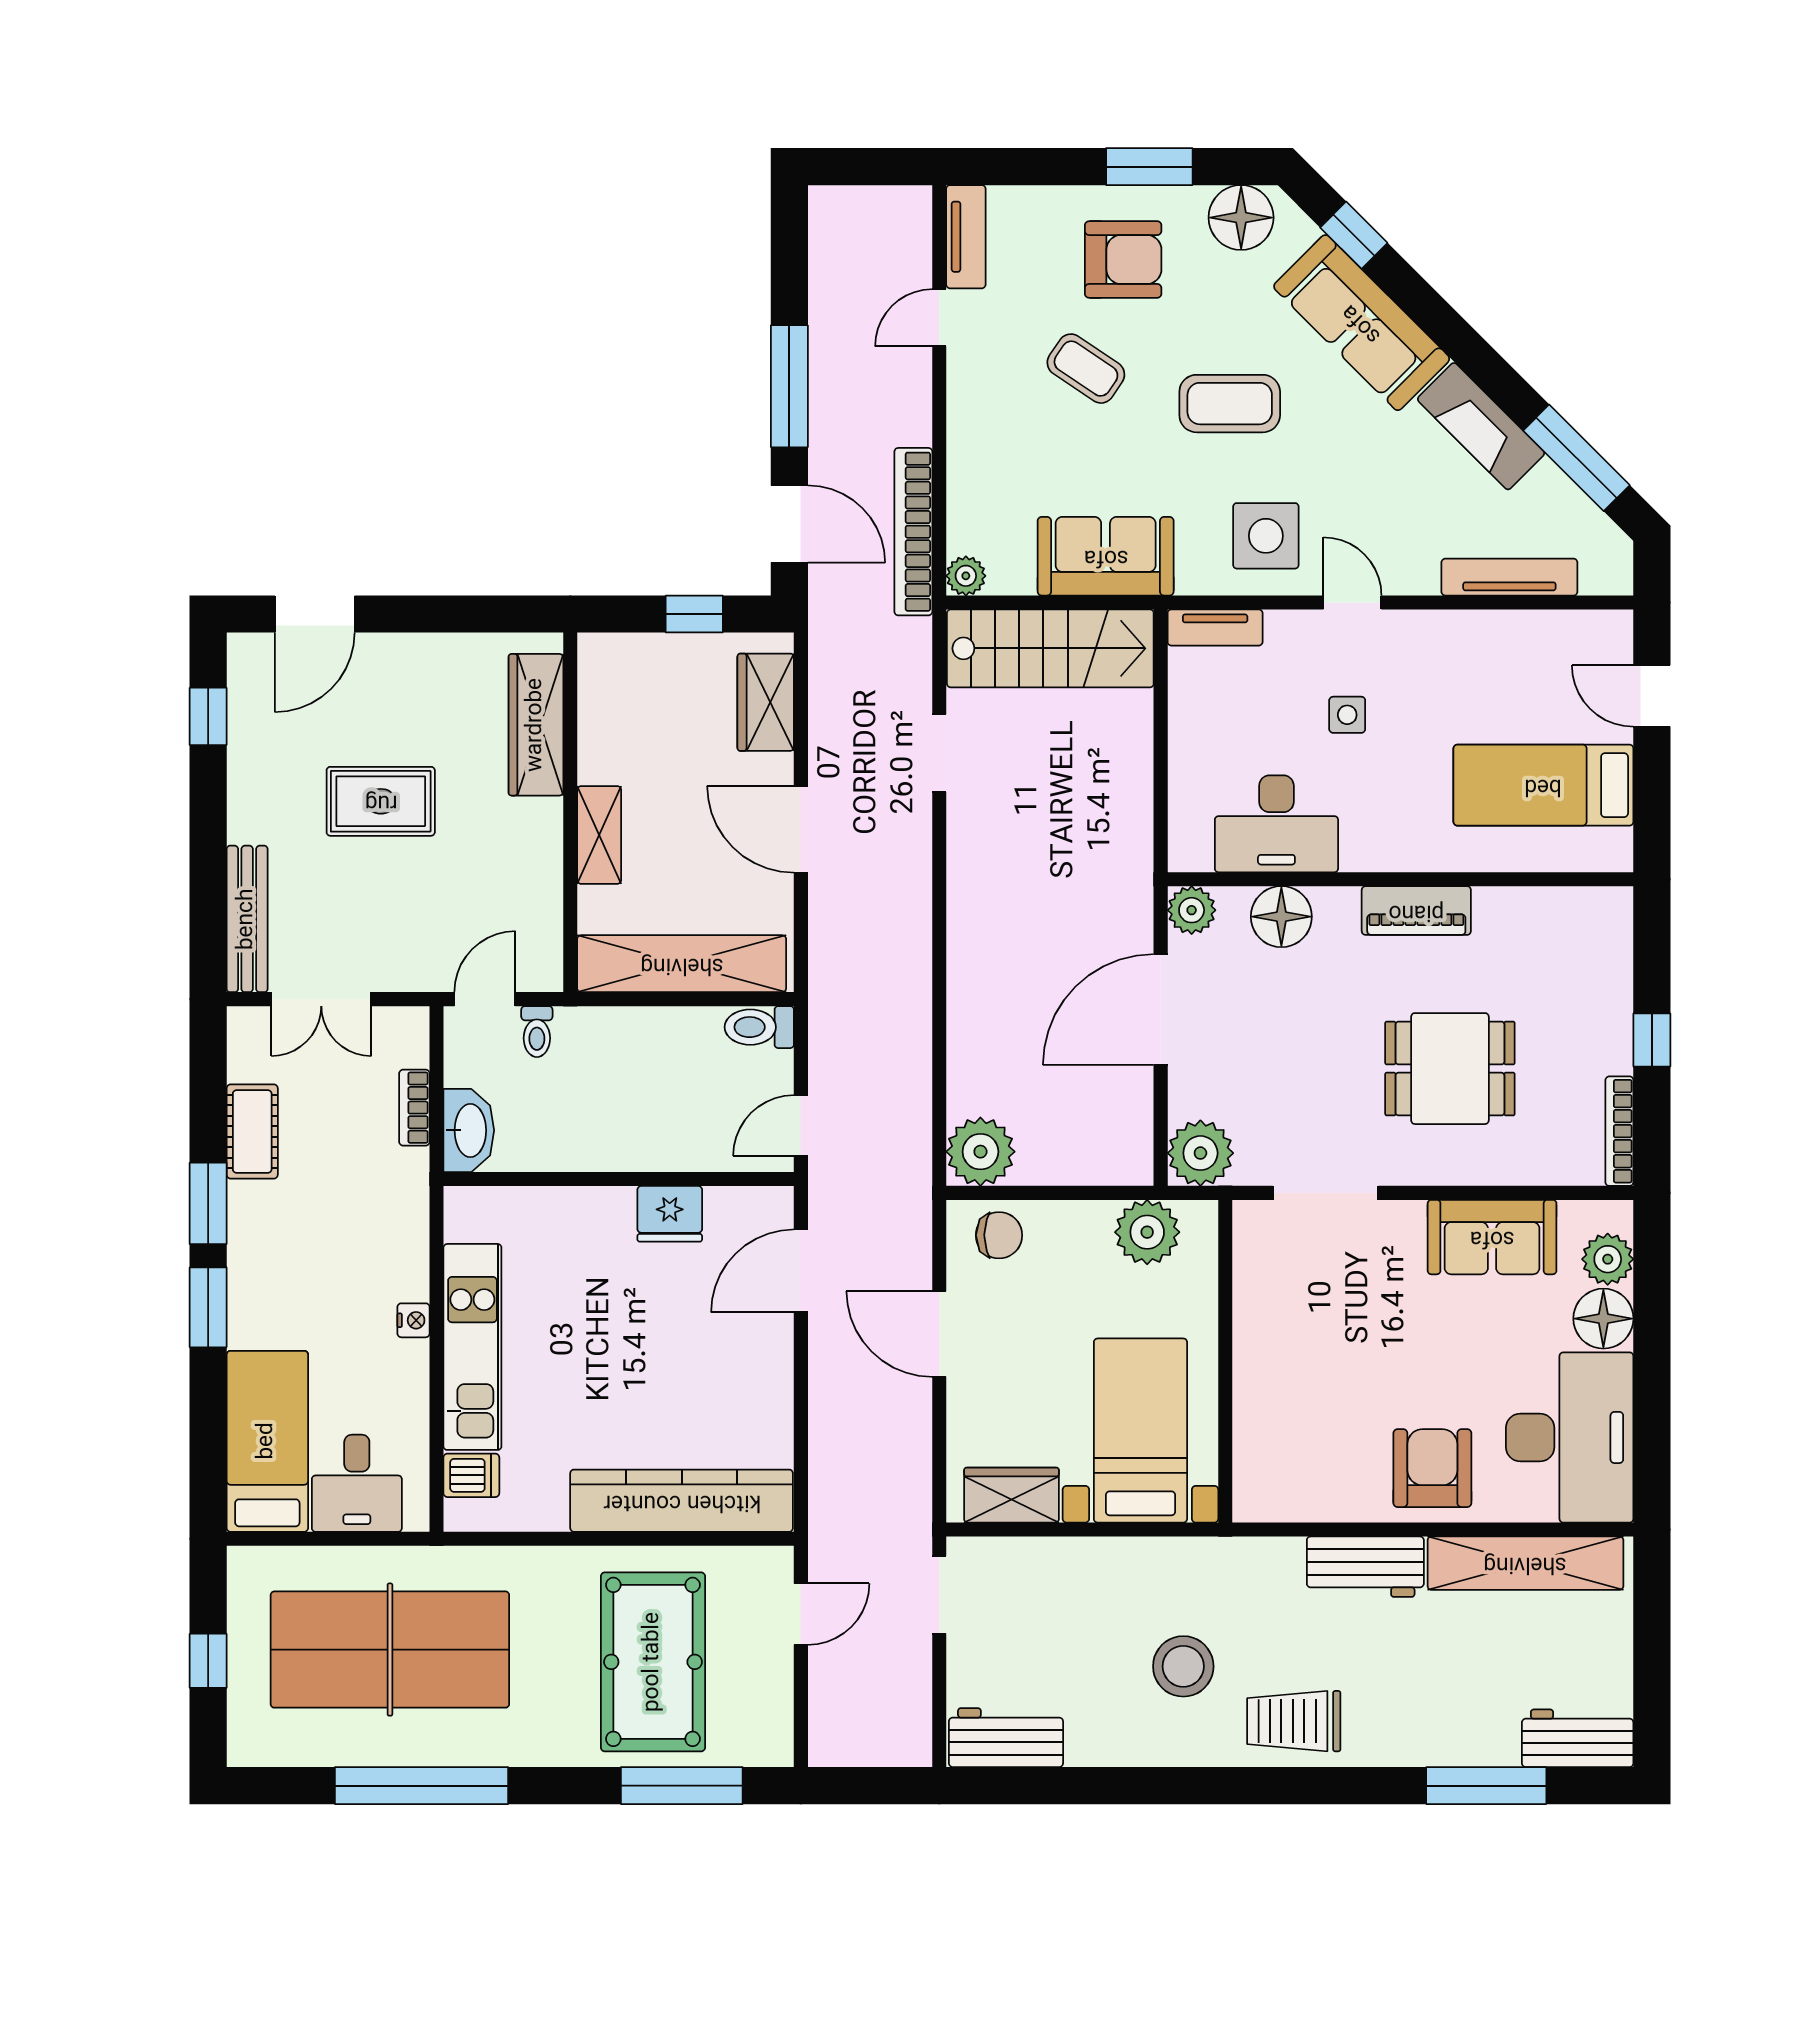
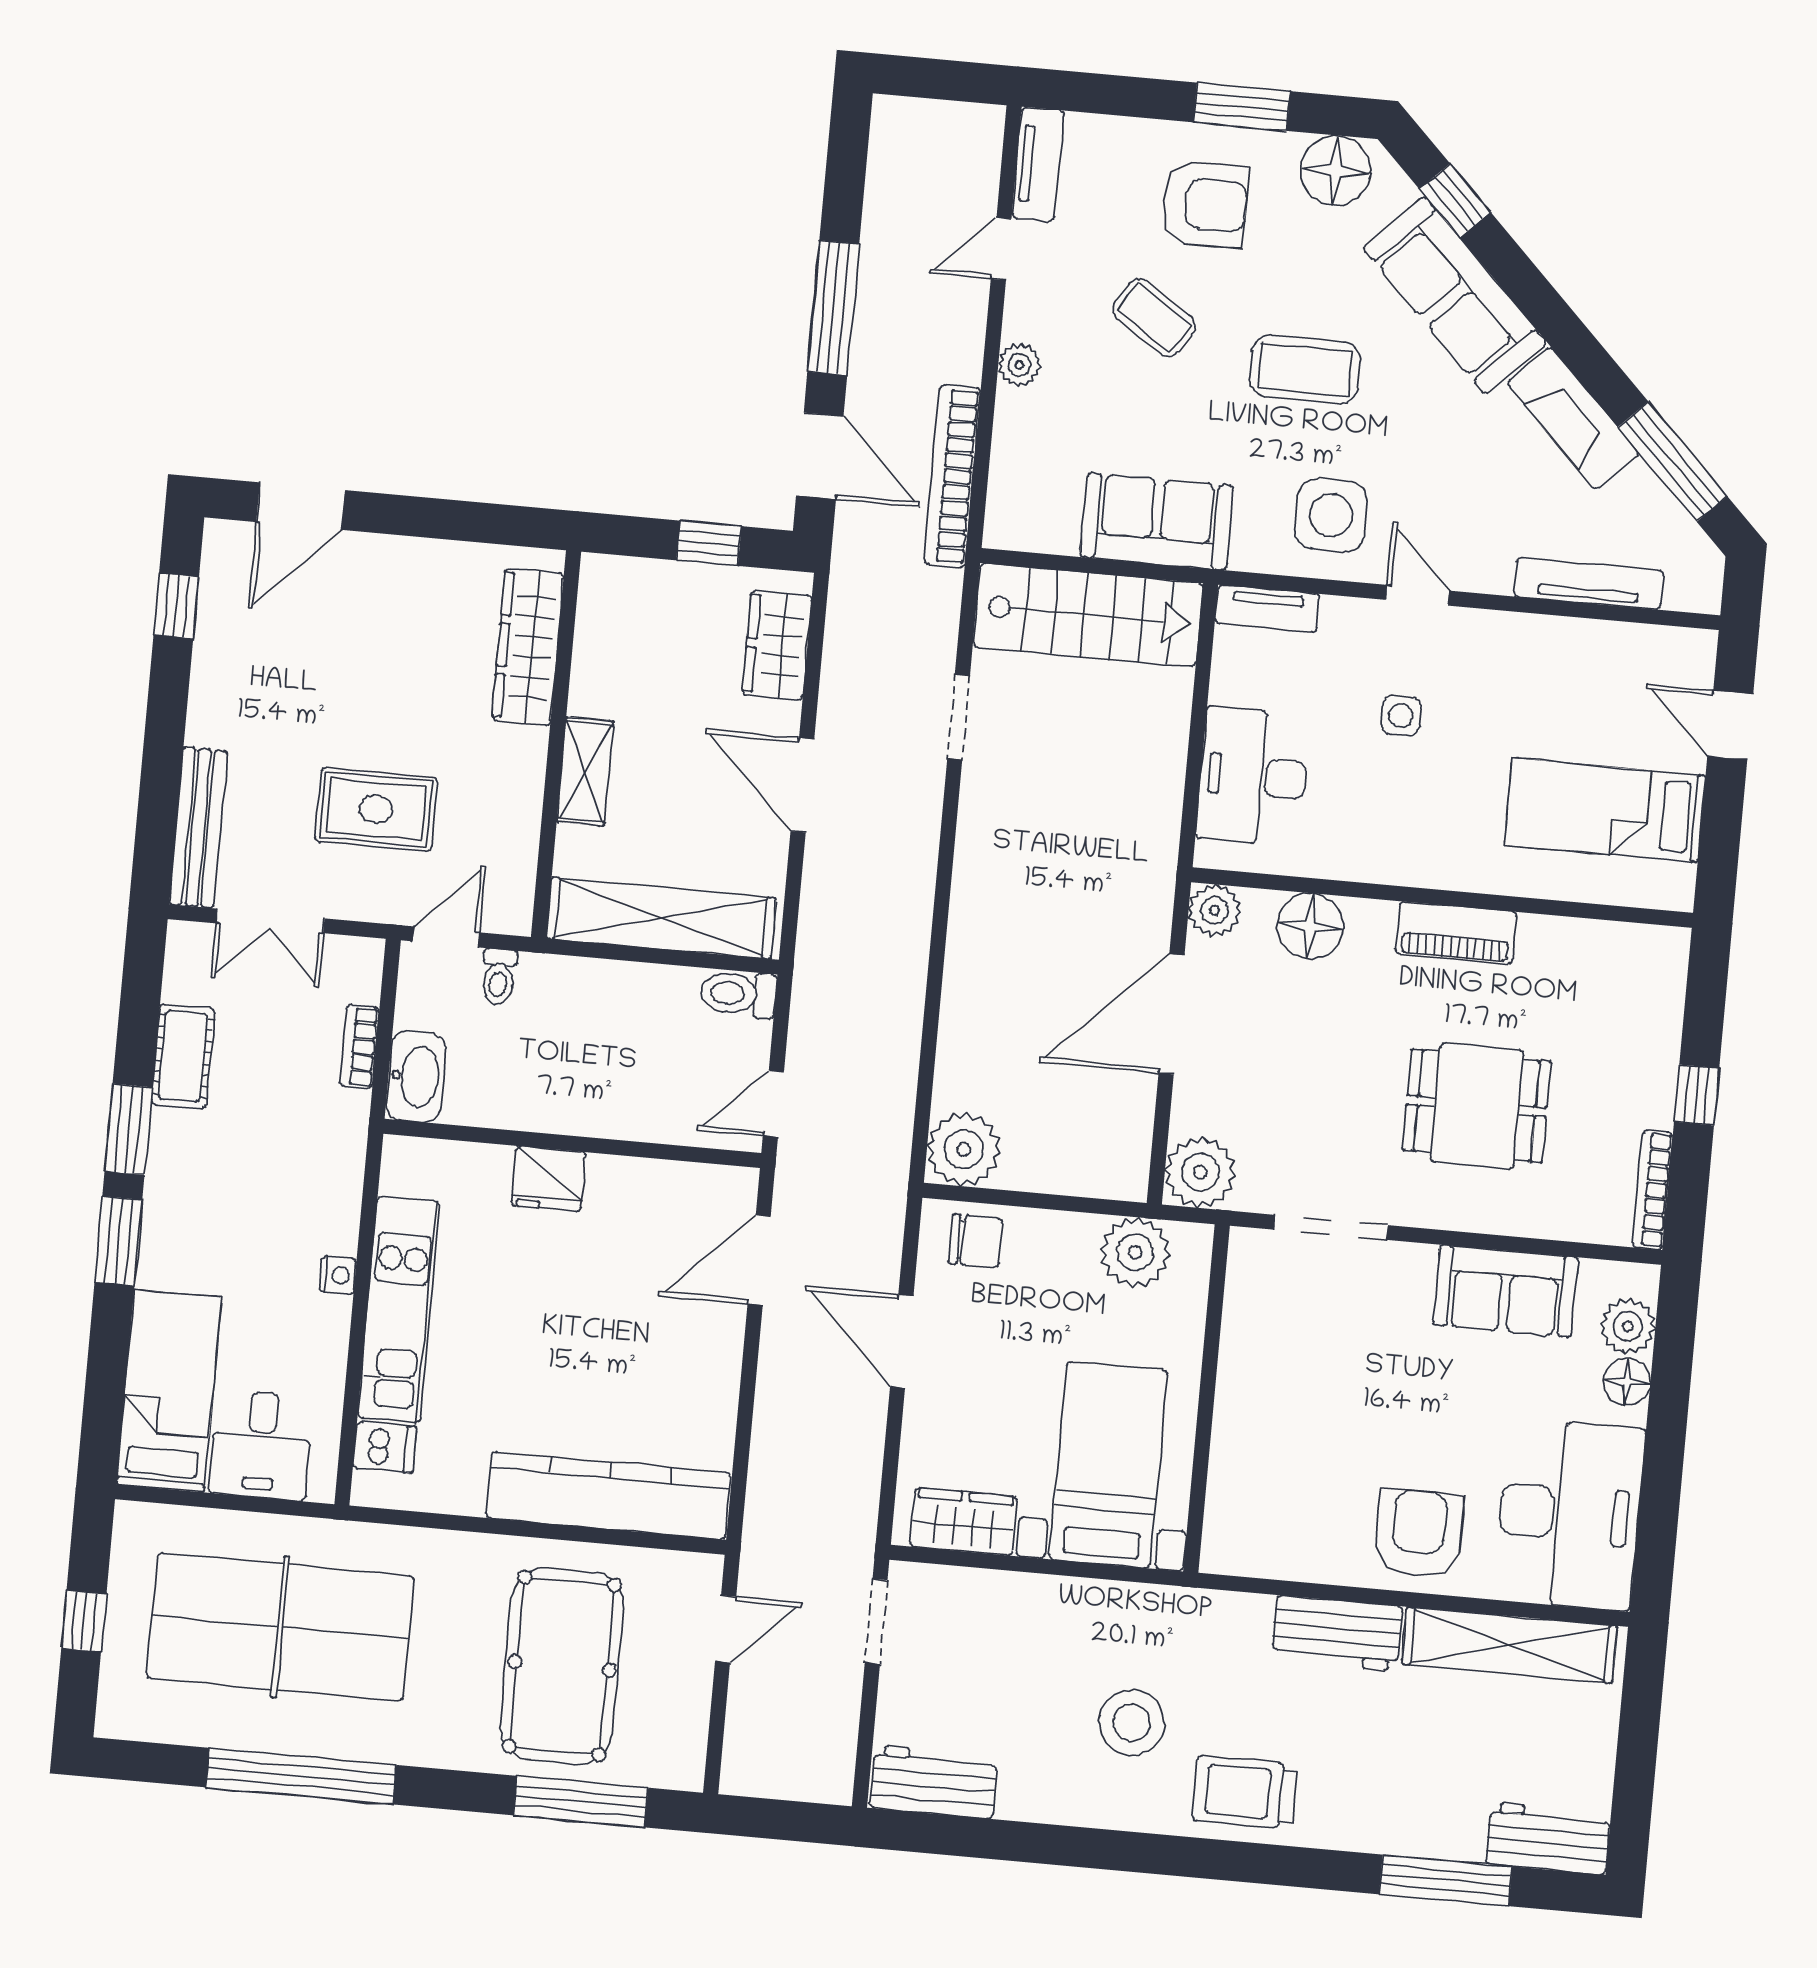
plant: (966, 576) -> (1019, 365), moved
rug: (381, 801) -> (376, 809), moved
desk: (1276, 824) -> (1253, 776), moved, turned 90
fridge: (670, 1214) -> (549, 1179), moved
floor lamp: (1603, 1319) -> (1627, 1382), width x0.73, depth x0.73

